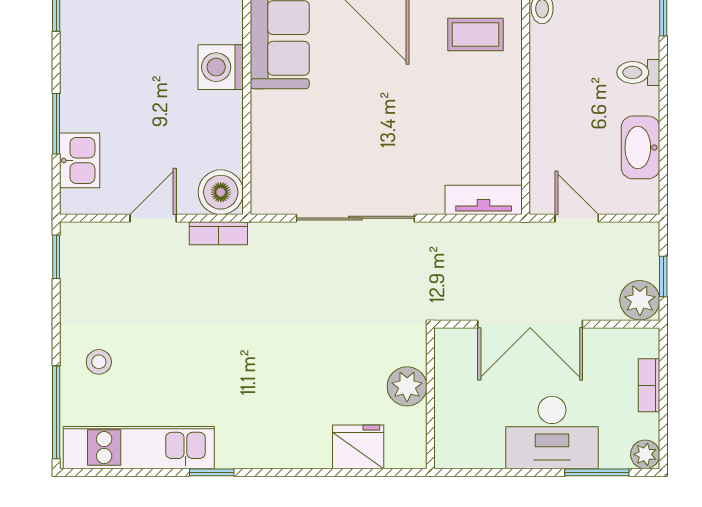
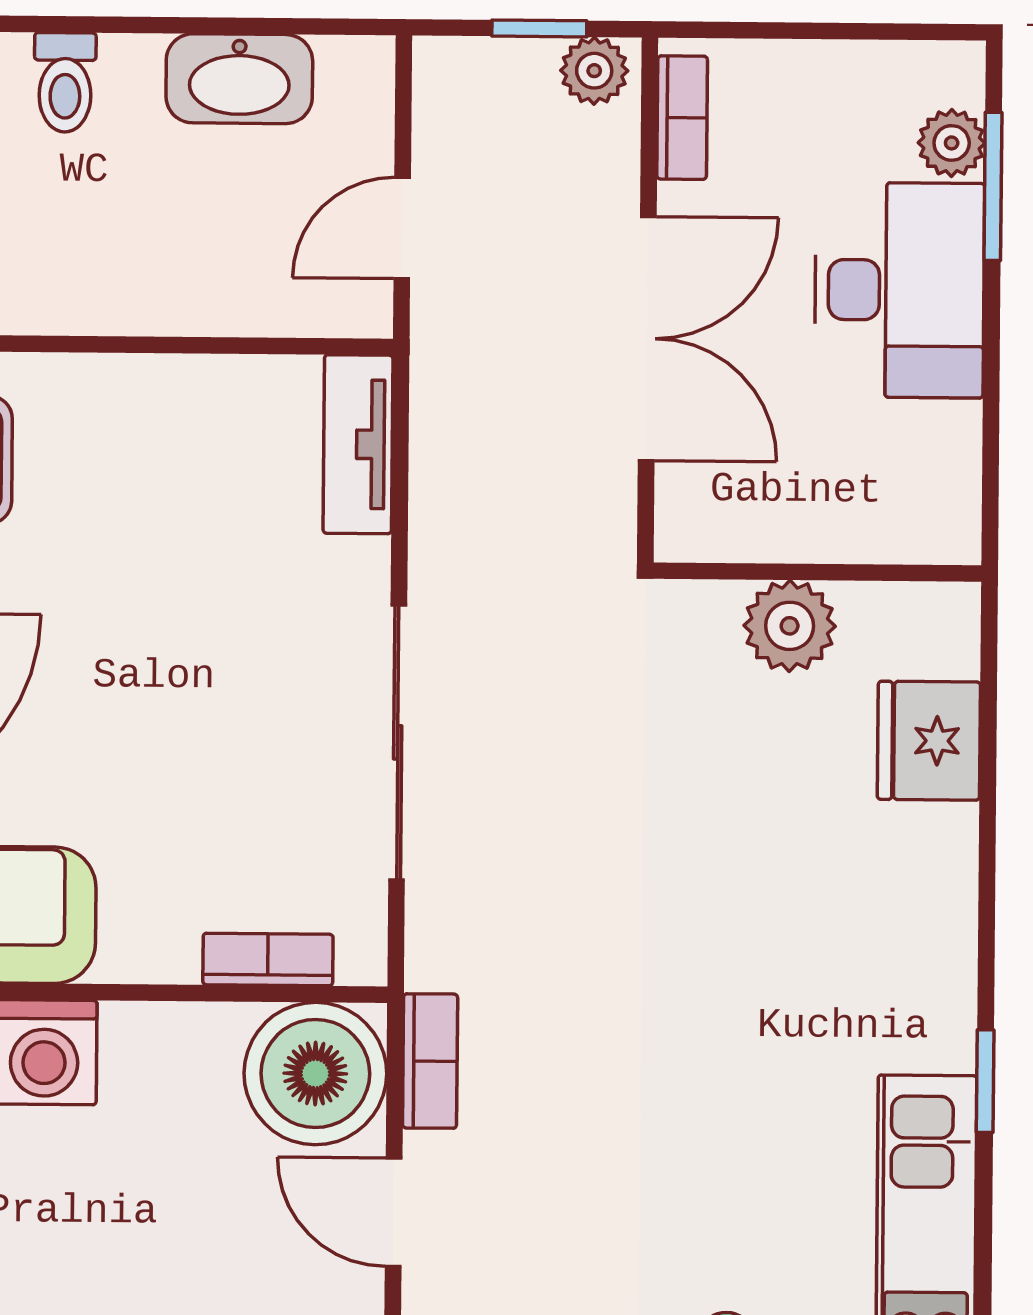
bookcase: (261, 163) -> (268, 959), added
boiler: (221, 192) -> (315, 1074), width x1.37, depth x1.37
plant: (640, 300) -> (594, 71), width x0.73, depth x0.73
bookcase: (649, 385) -> (682, 118), moved, turned -90
plant: (645, 454) -> (952, 143), moved

